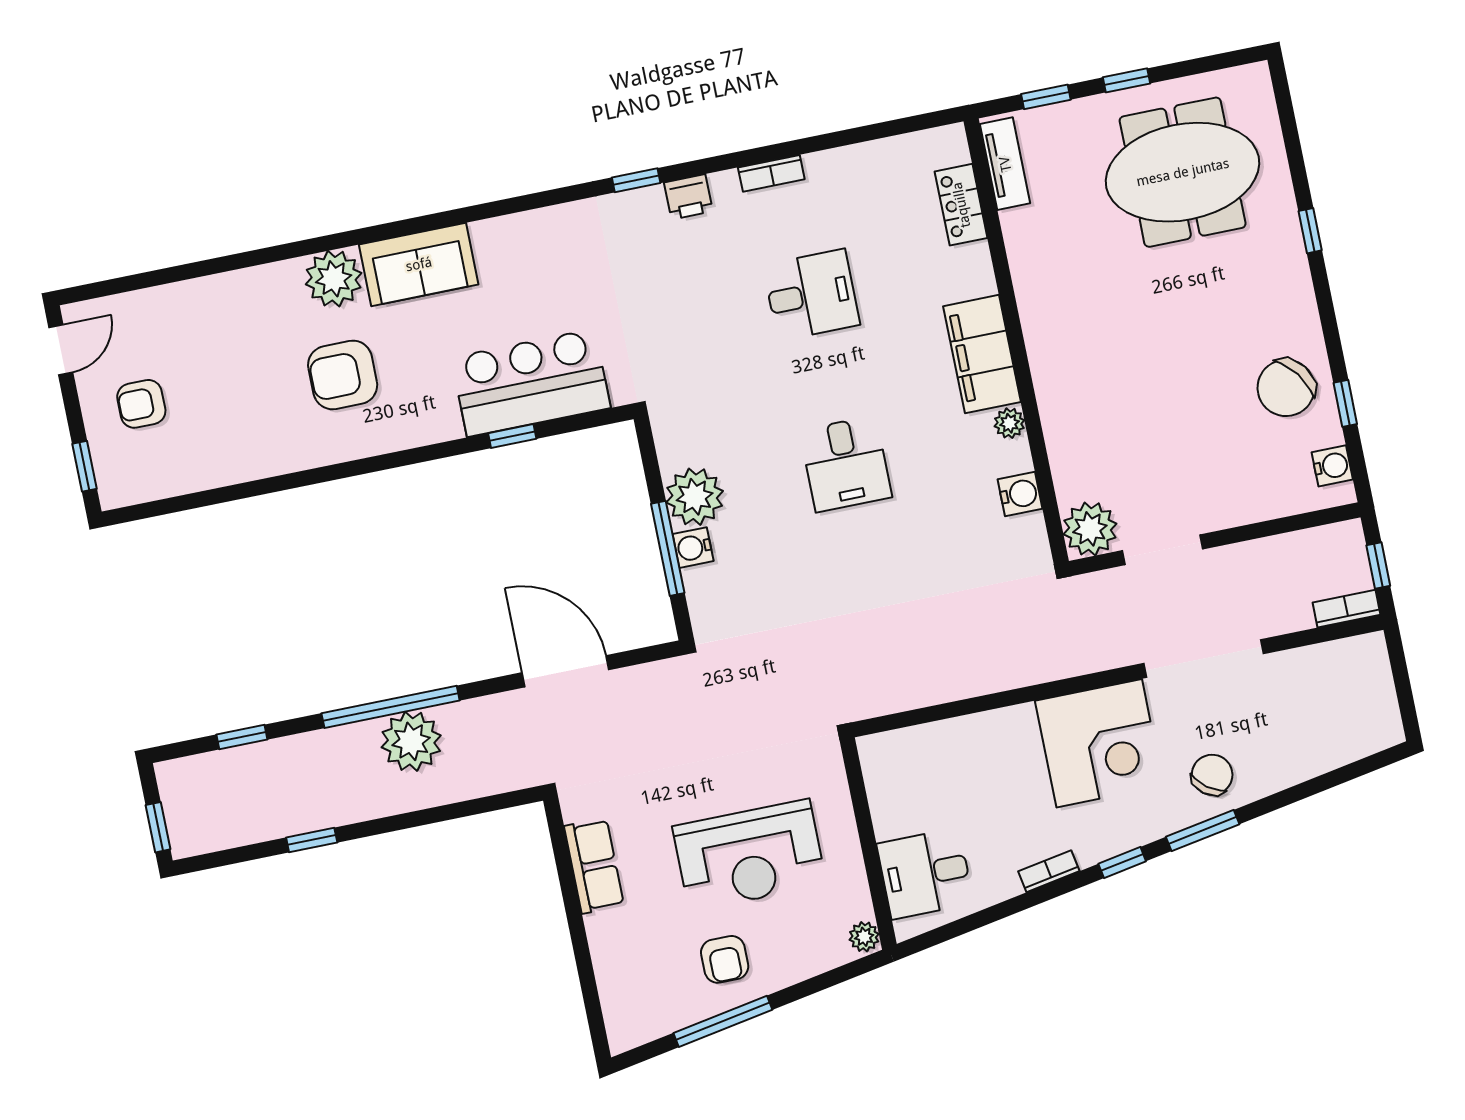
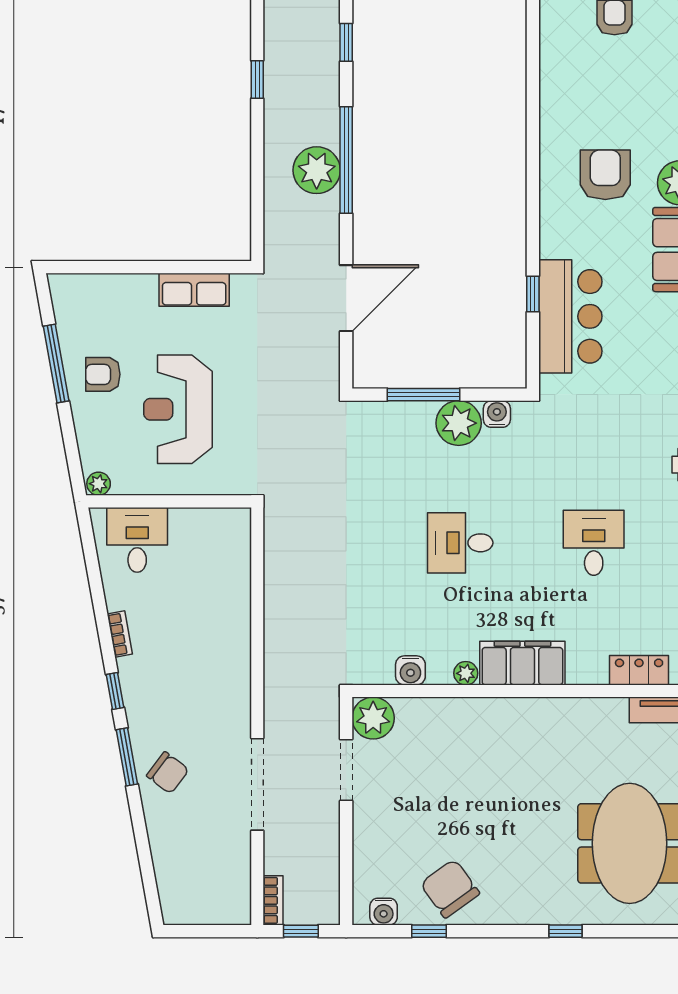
desk: (811, 295) -> (594, 543), turned 180
water cooler: (693, 548) -> (497, 414), moved
corner desk: (1099, 743) -> (209, 692), removed

